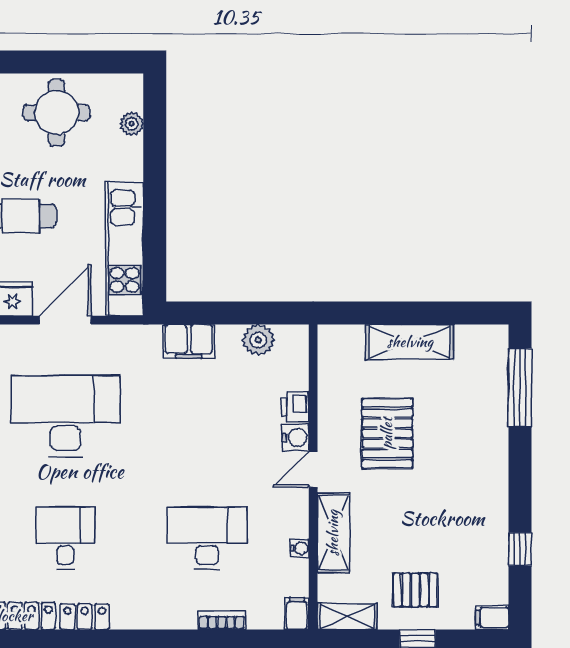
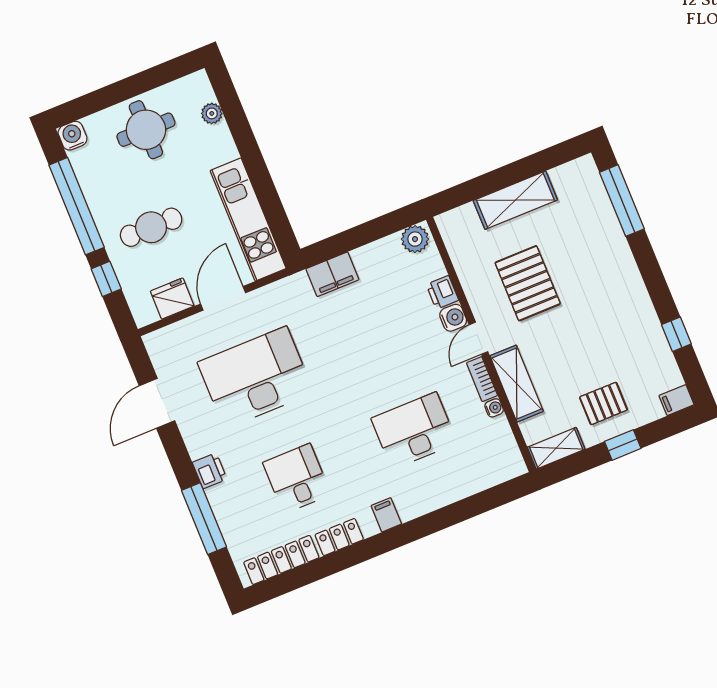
plant: (258, 340) -> (415, 239), moved
filing cabinet: (297, 614) -> (386, 515), moved
bookcase: (222, 620) -> (482, 379), moved, turned -90

